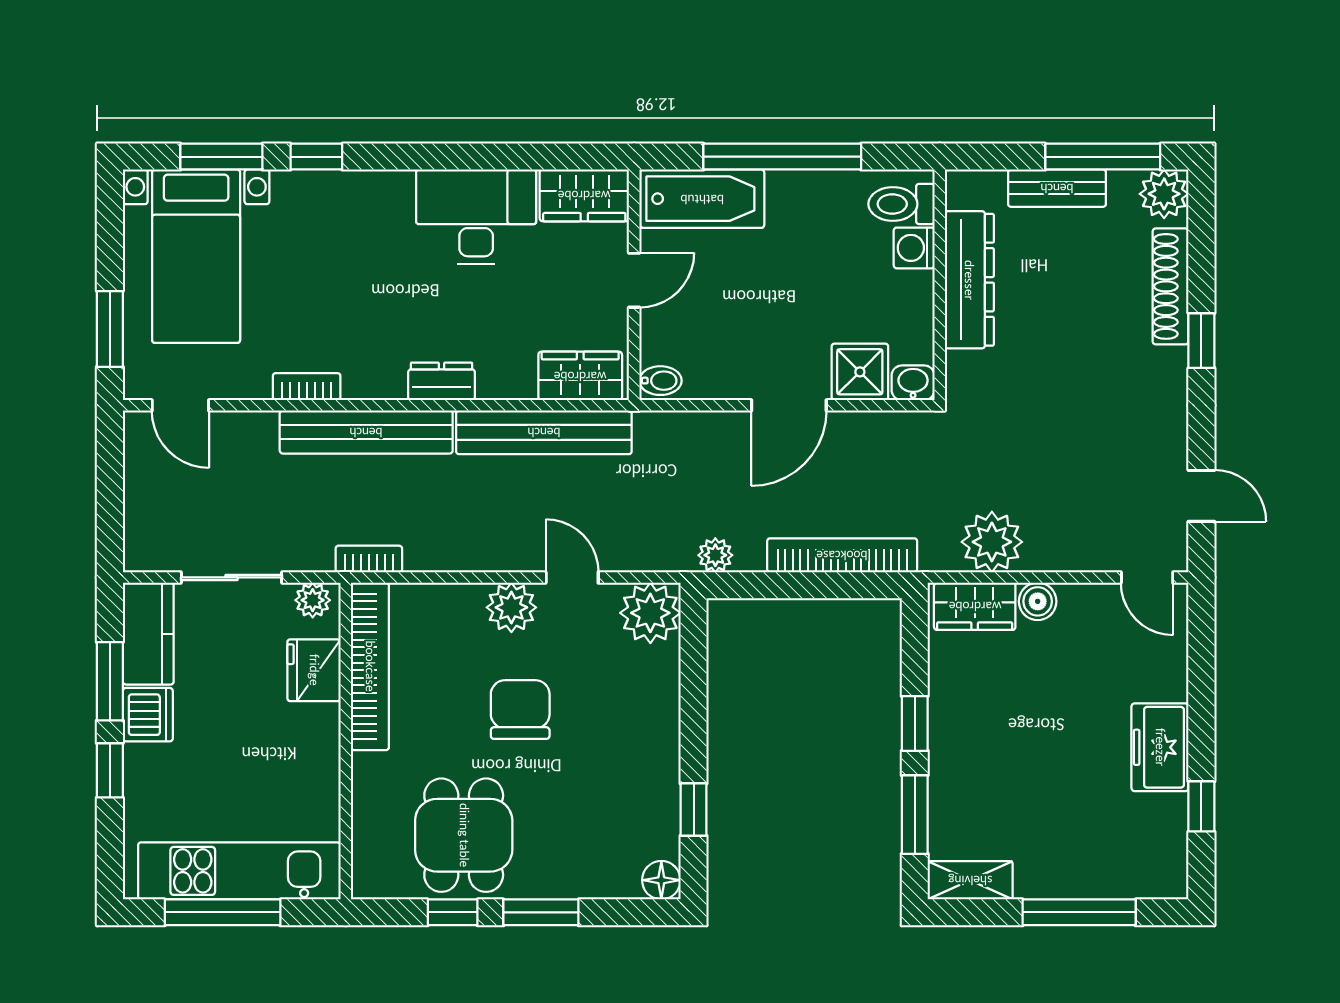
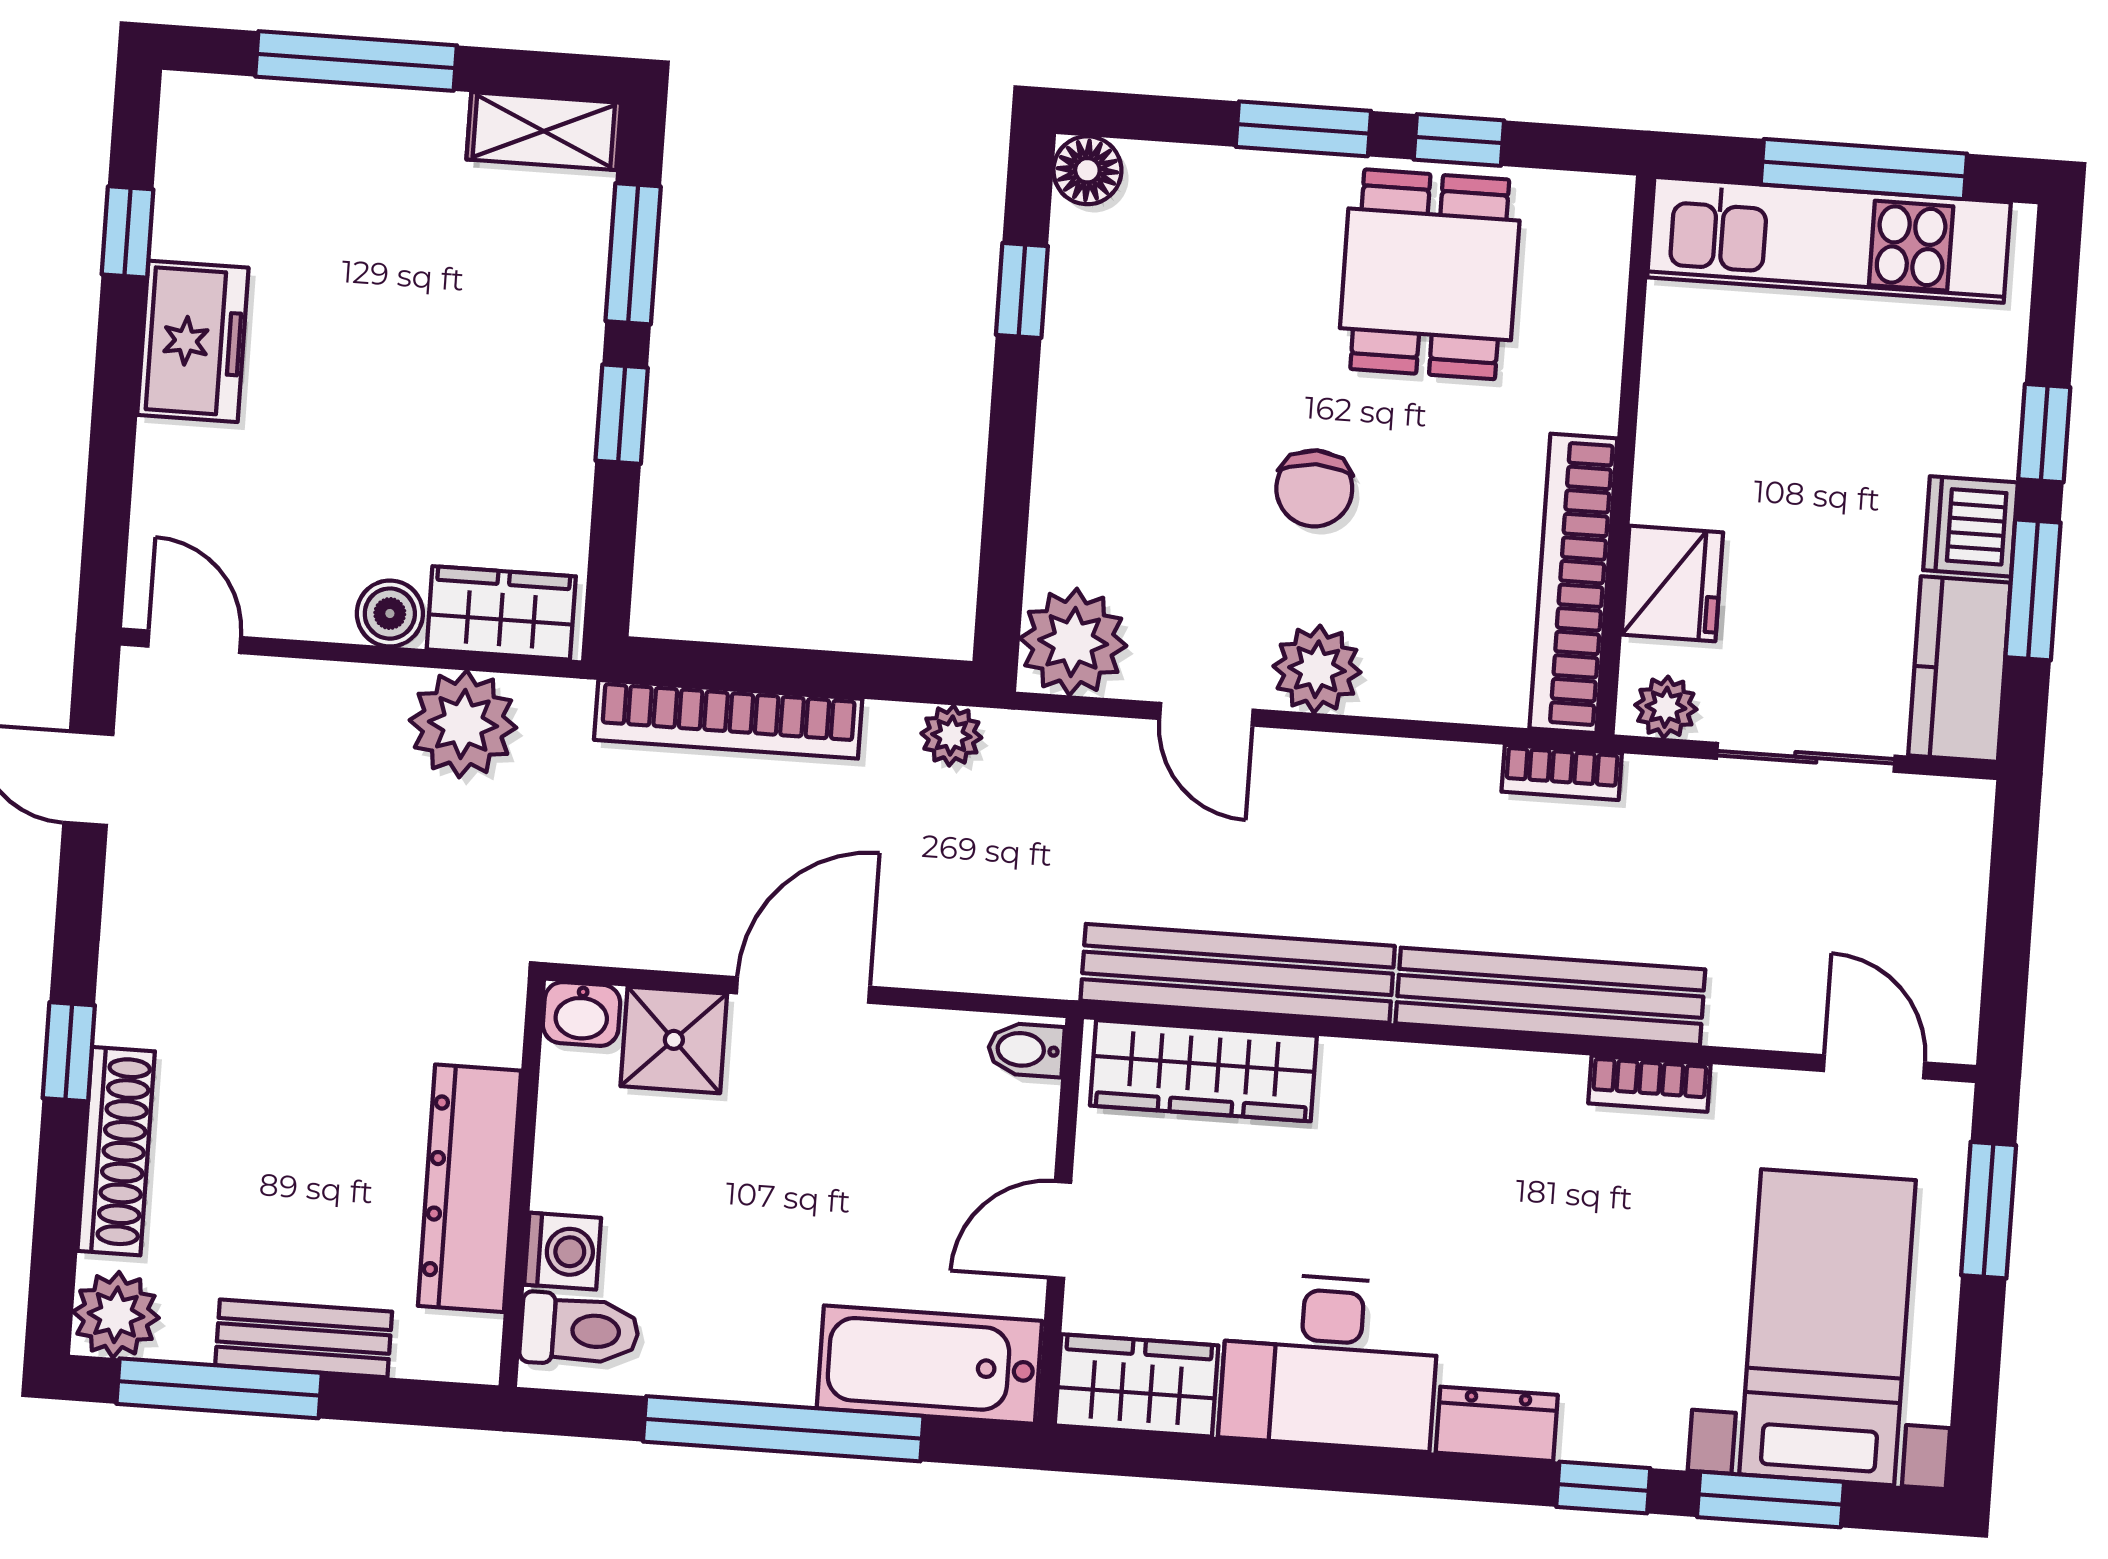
wardrobe: (580, 376) -> (1203, 1071), width x1.50
dresser: (442, 381) -> (1497, 1424), moved, turned 180
chair: (520, 710) -> (1314, 488), width x0.73, depth x0.73

